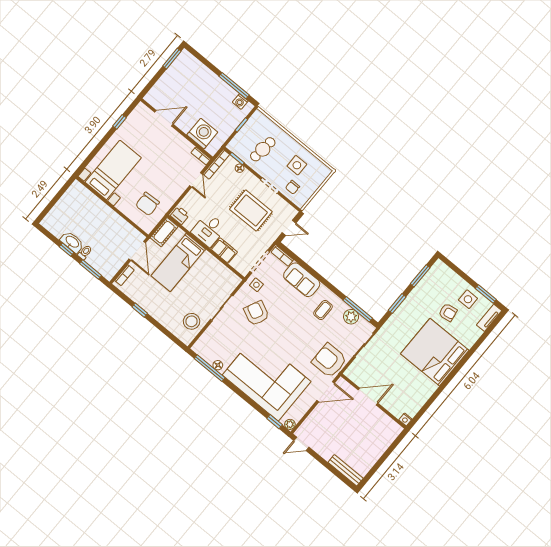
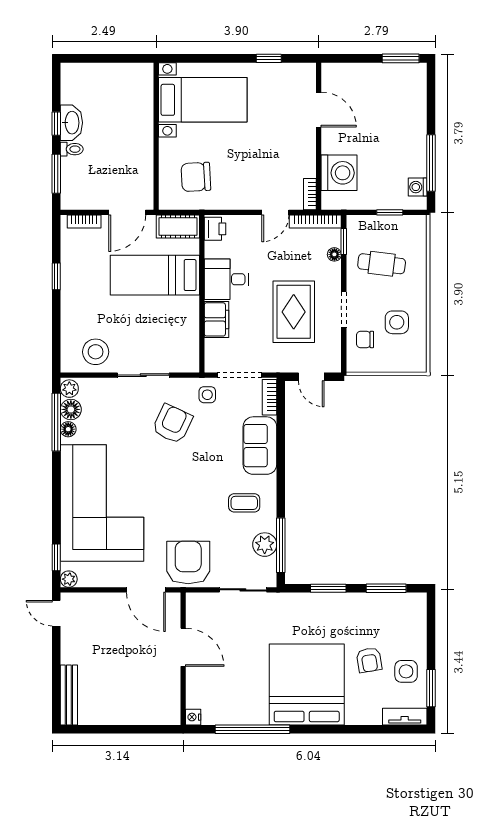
plant: (199, 349) -> (69, 389), added
floor lamp: (209, 356) -> (71, 409), added
window: (435, 396) -> (252, 729), added

